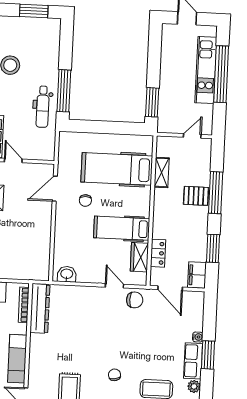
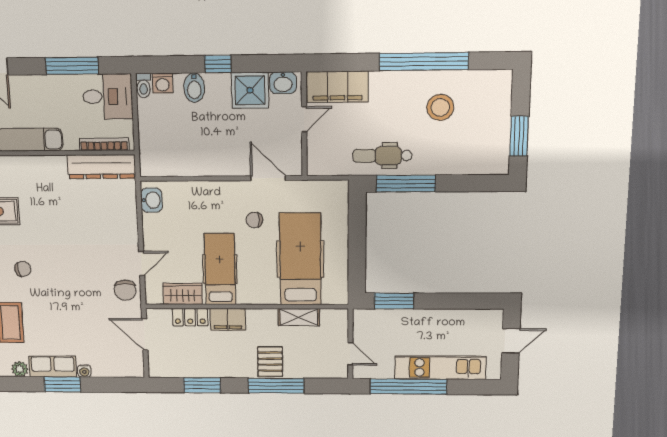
window: (221, 74) -> (408, 387), moved
filing cabinet: (197, 275) -> (228, 319), moved, turned 180
door: (170, 288) -> (145, 334), hinge flipped

